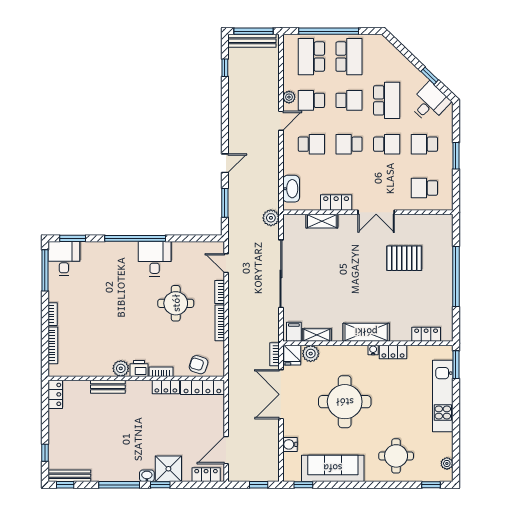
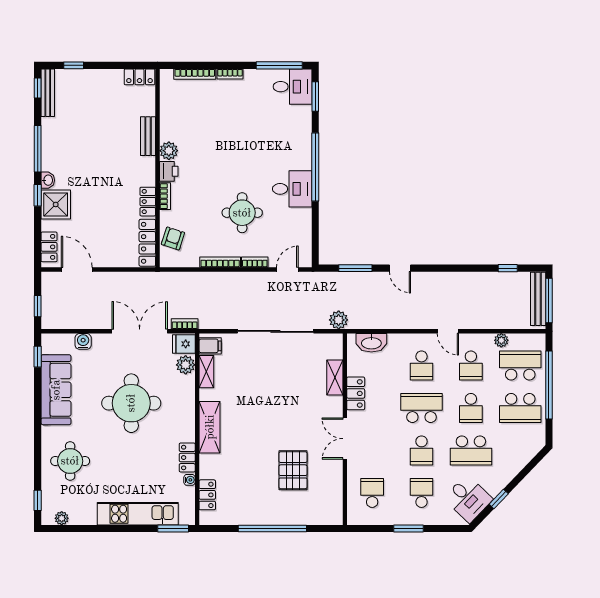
plant: (289, 97) -> (501, 340), moved
school desk: (311, 100) -> (471, 366), turned 180
school desk: (349, 144) -> (422, 408), width x1.85
water cooler: (373, 350) -> (189, 480), moved

